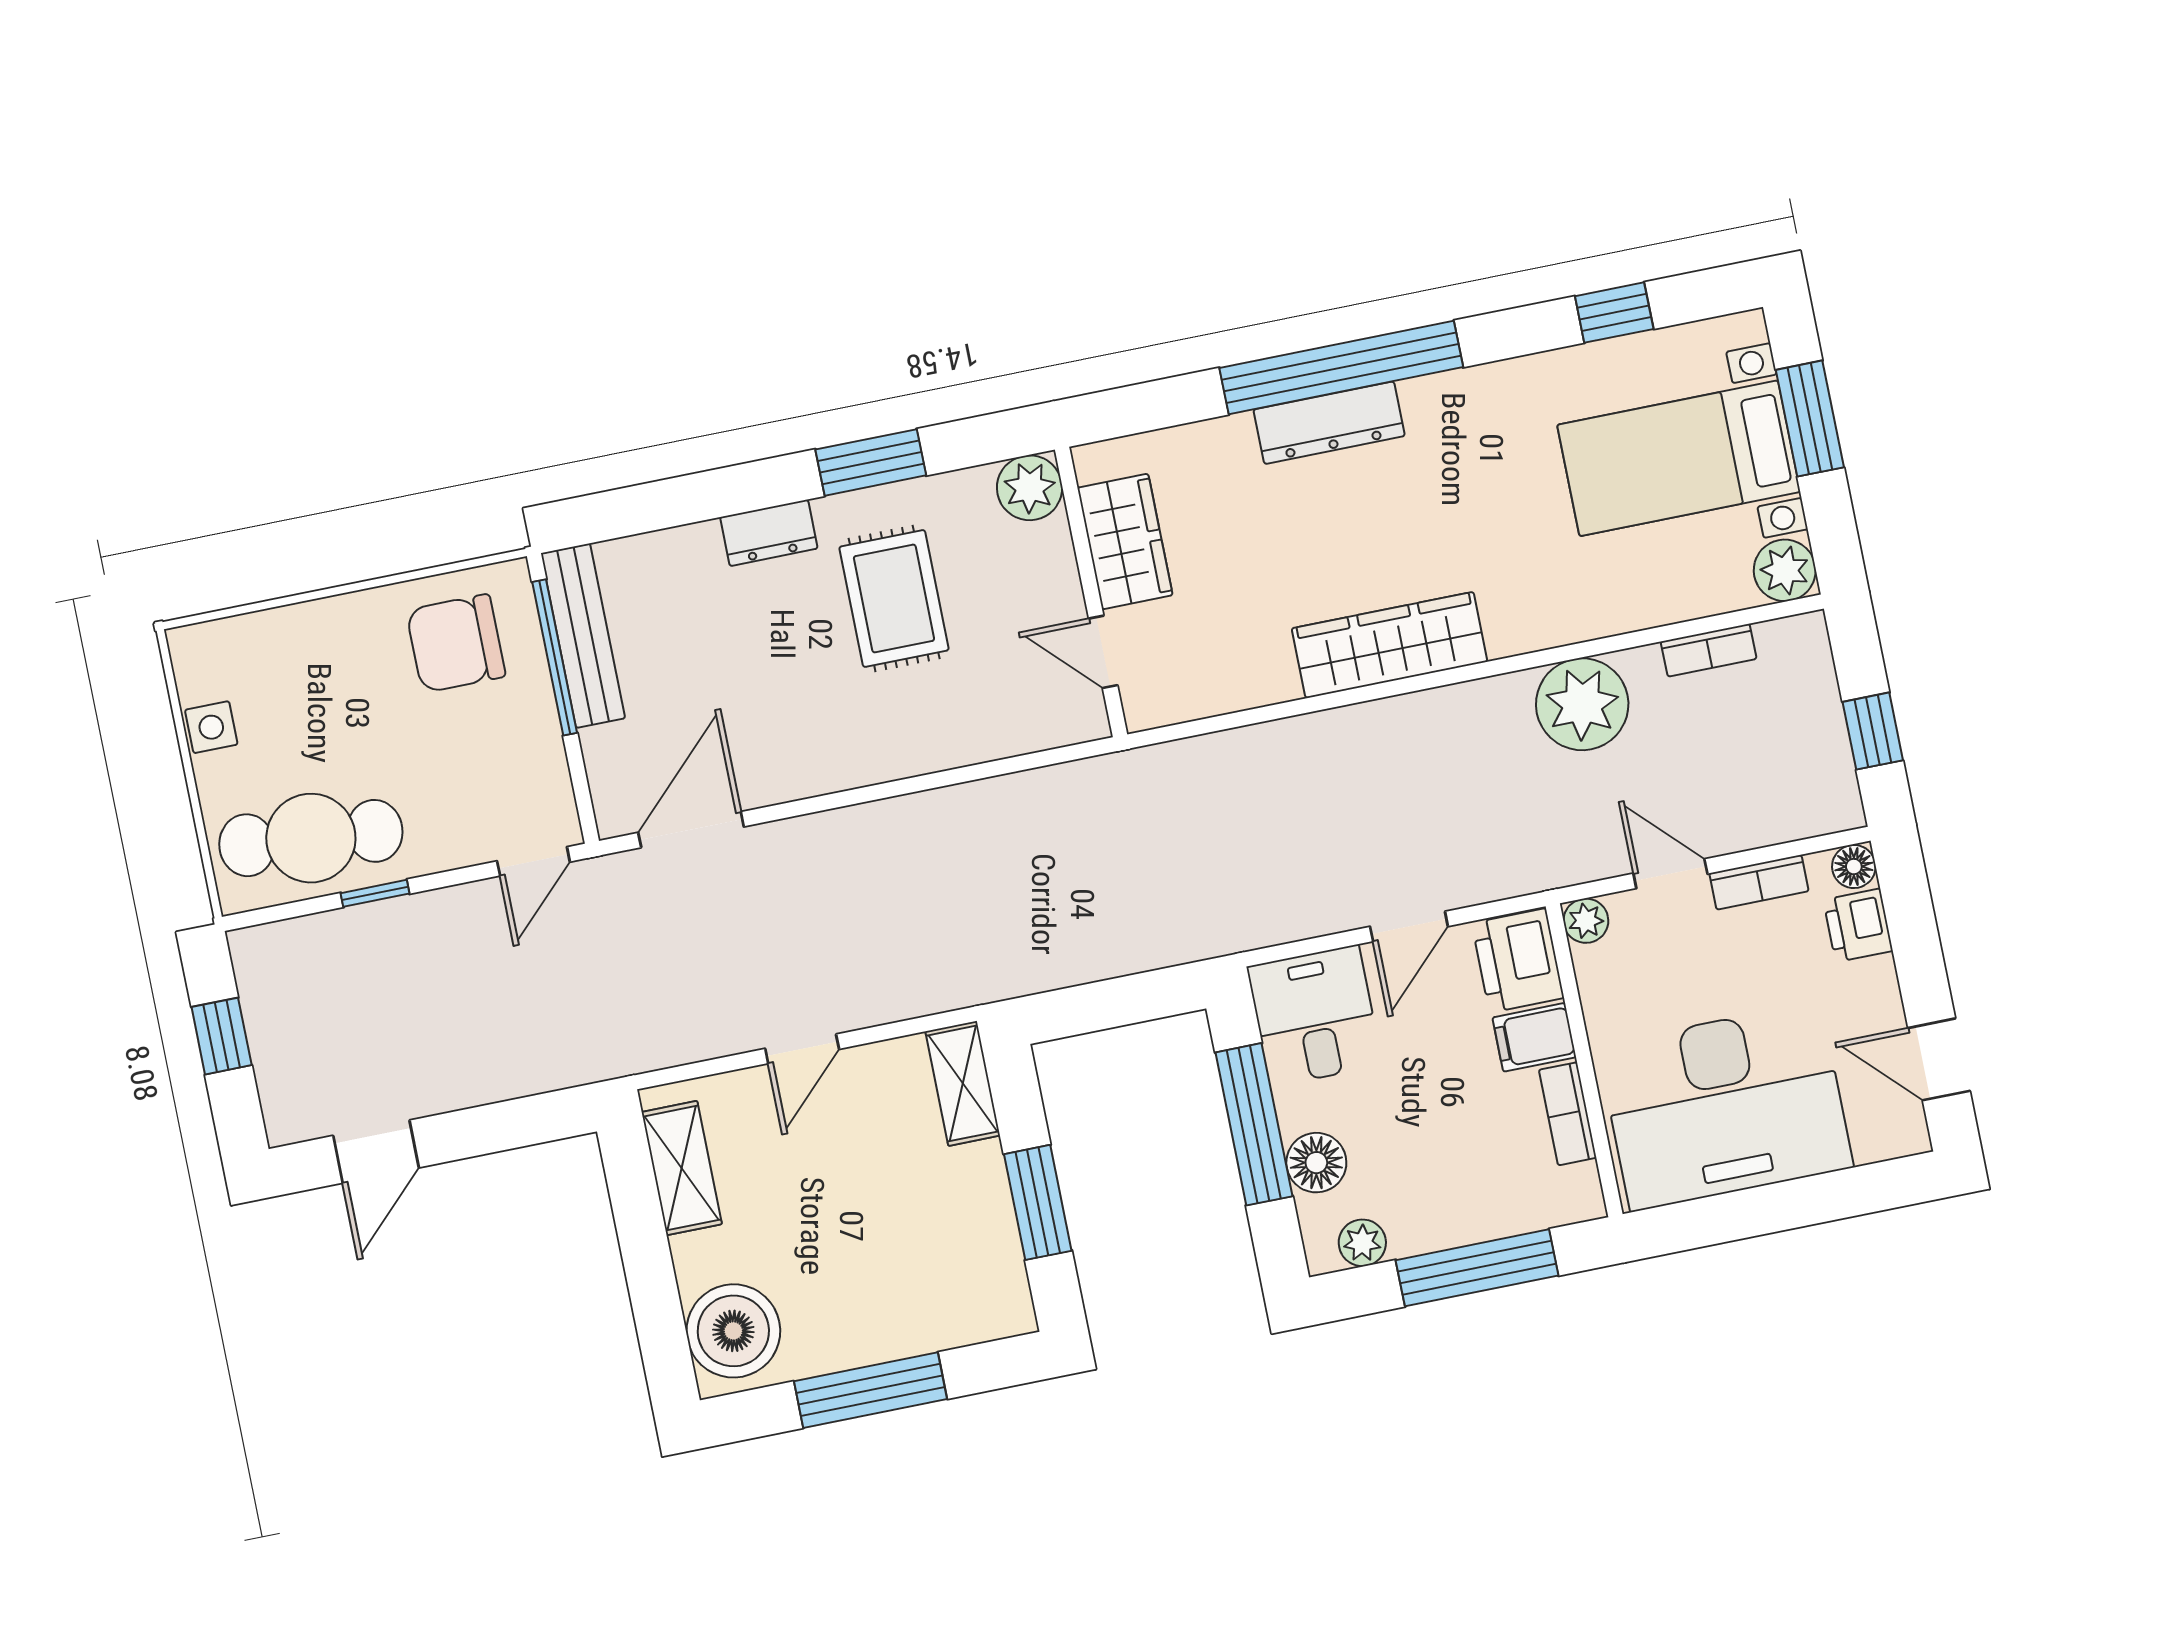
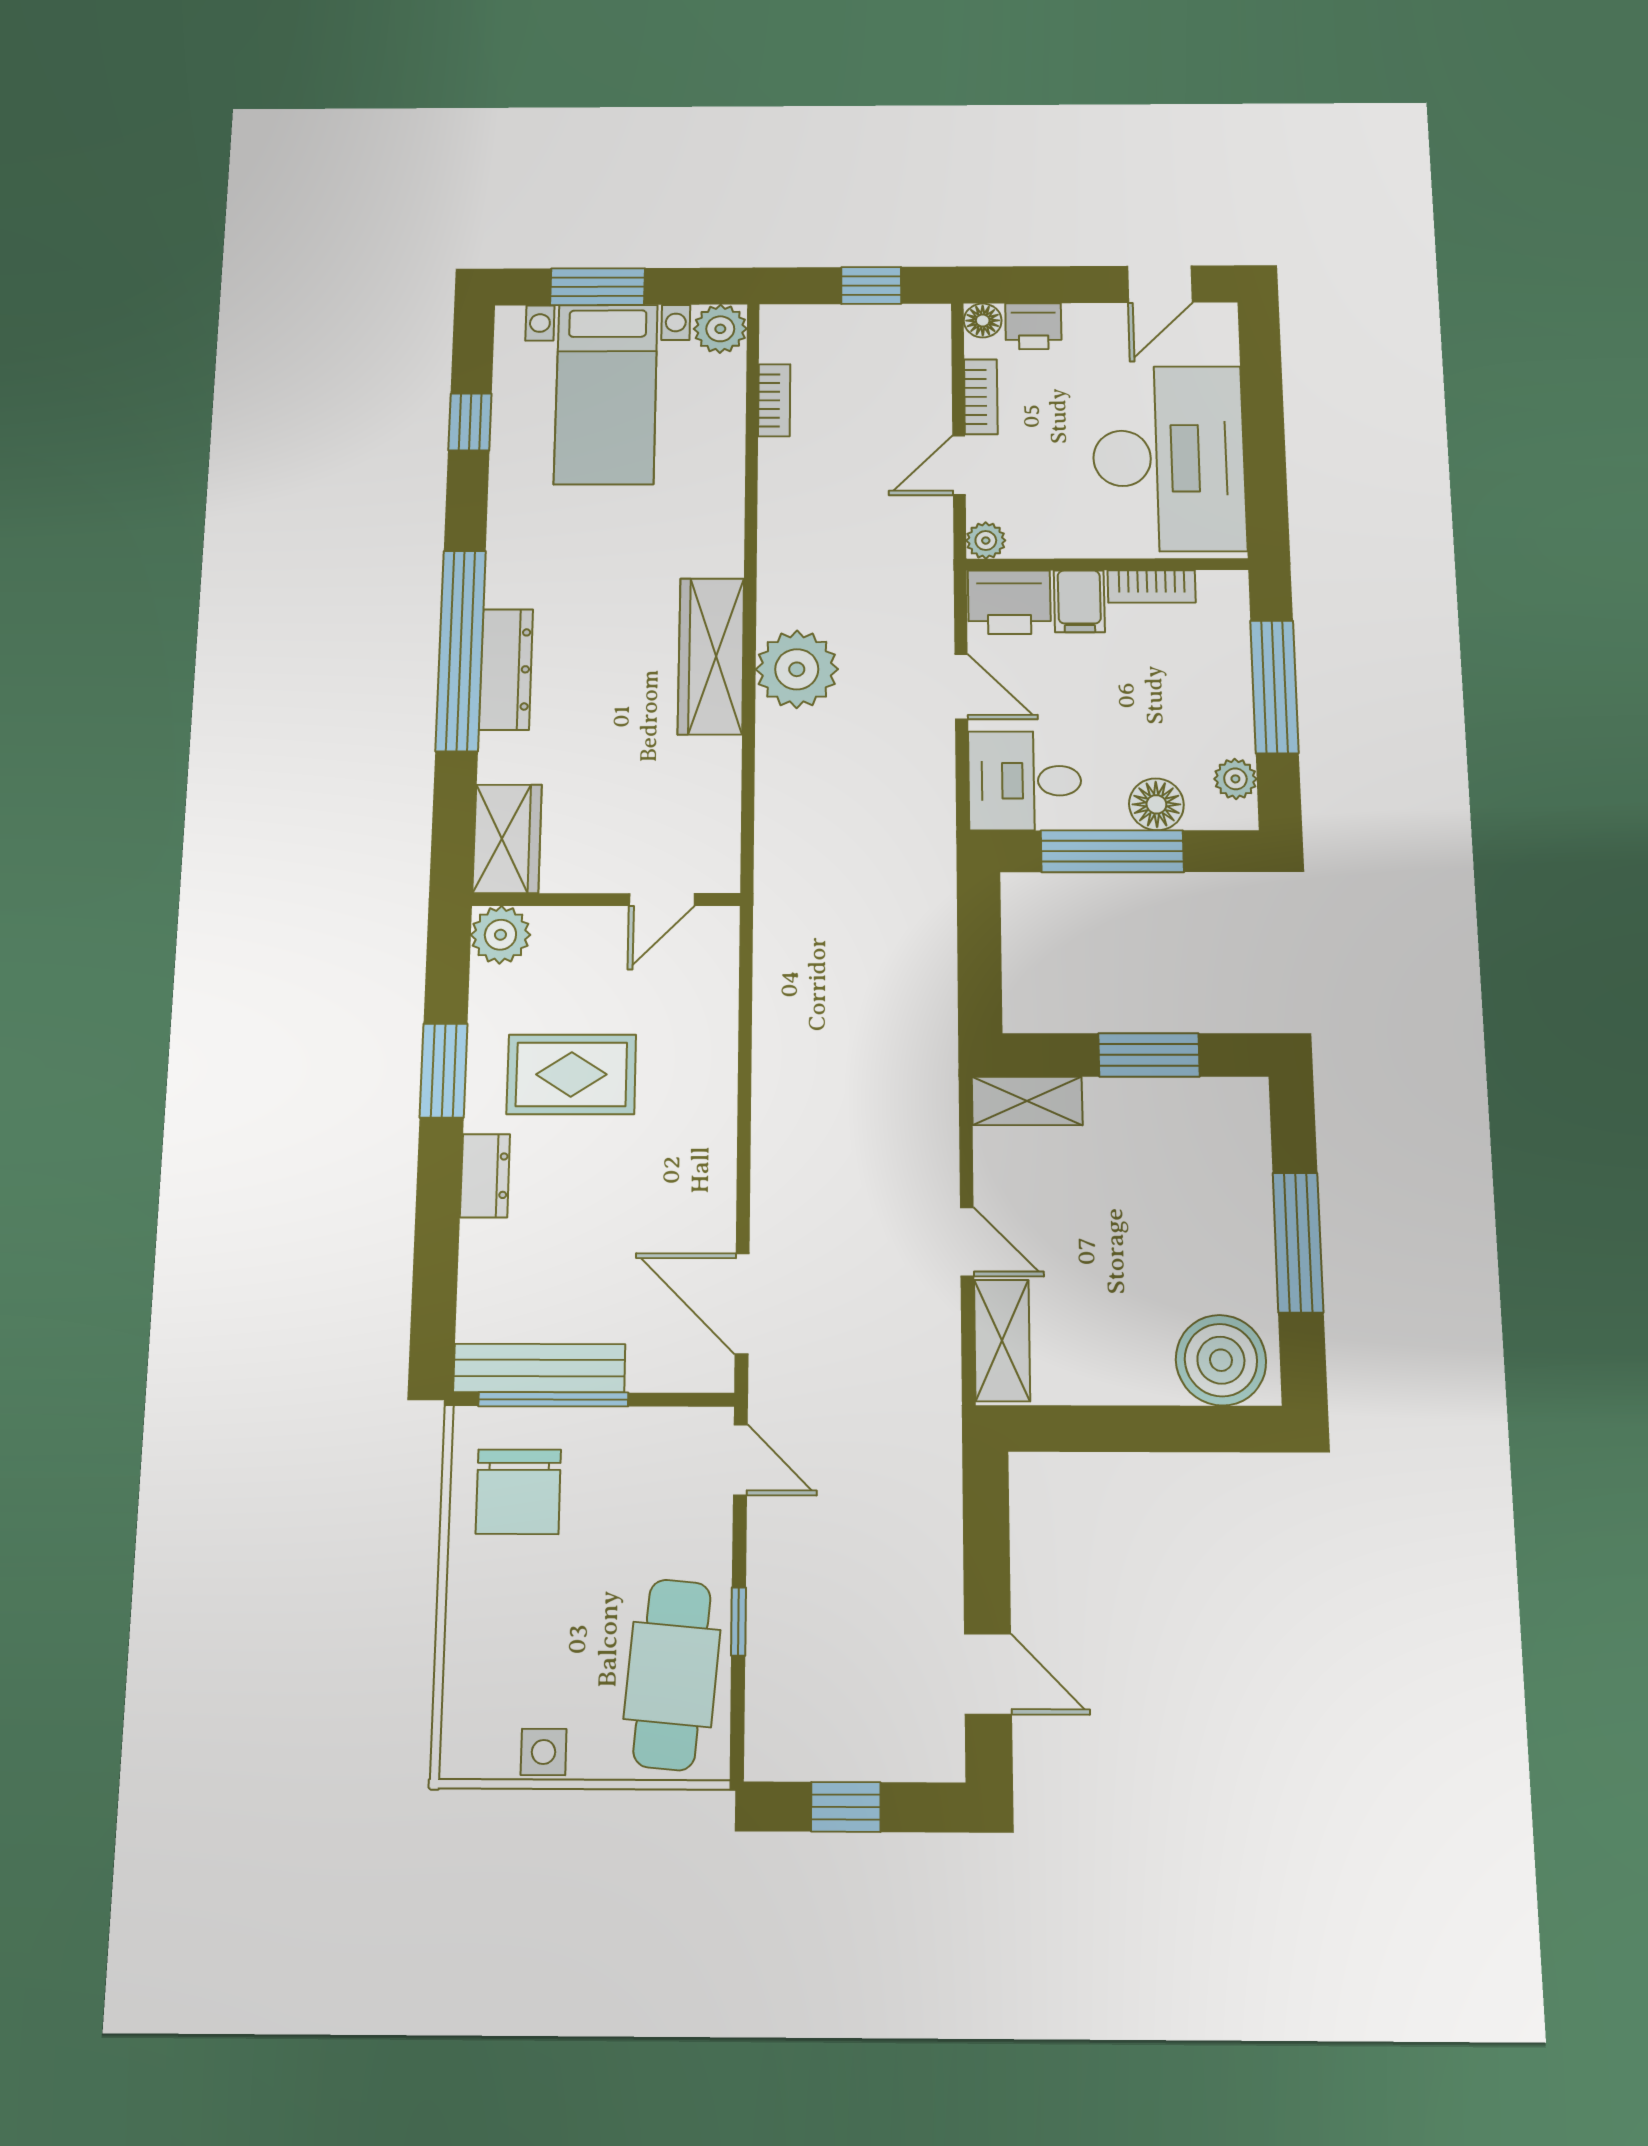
wardrobe: (1125, 541) -> (507, 839), moved, turned 90
plant: (1582, 704) -> (797, 669), moved
shelving: (682, 1168) -> (1002, 1340), moved, turned 90

